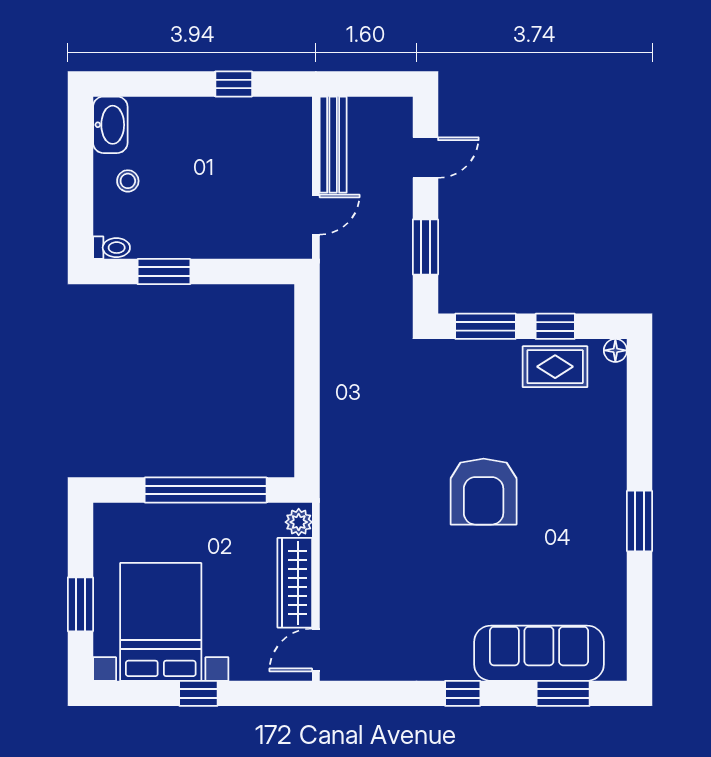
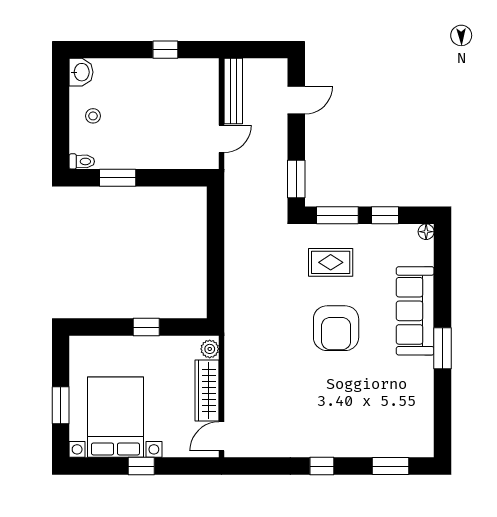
washbasin: (110, 125) -> (81, 72), width x0.72
window: (425, 247) -> (296, 179), moved
rug: (555, 367) -> (331, 262), moved
window: (206, 490) -> (146, 327), width x0.32
sofa: (539, 653) -> (415, 311), moved, turned -90

